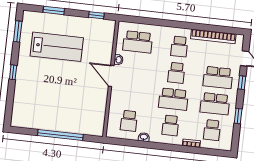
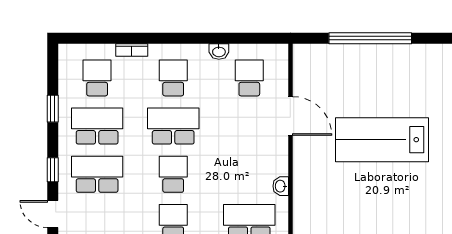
lab bench: (57, 47) -> (382, 140), moved
door: (111, 76) -> (290, 116), moved

